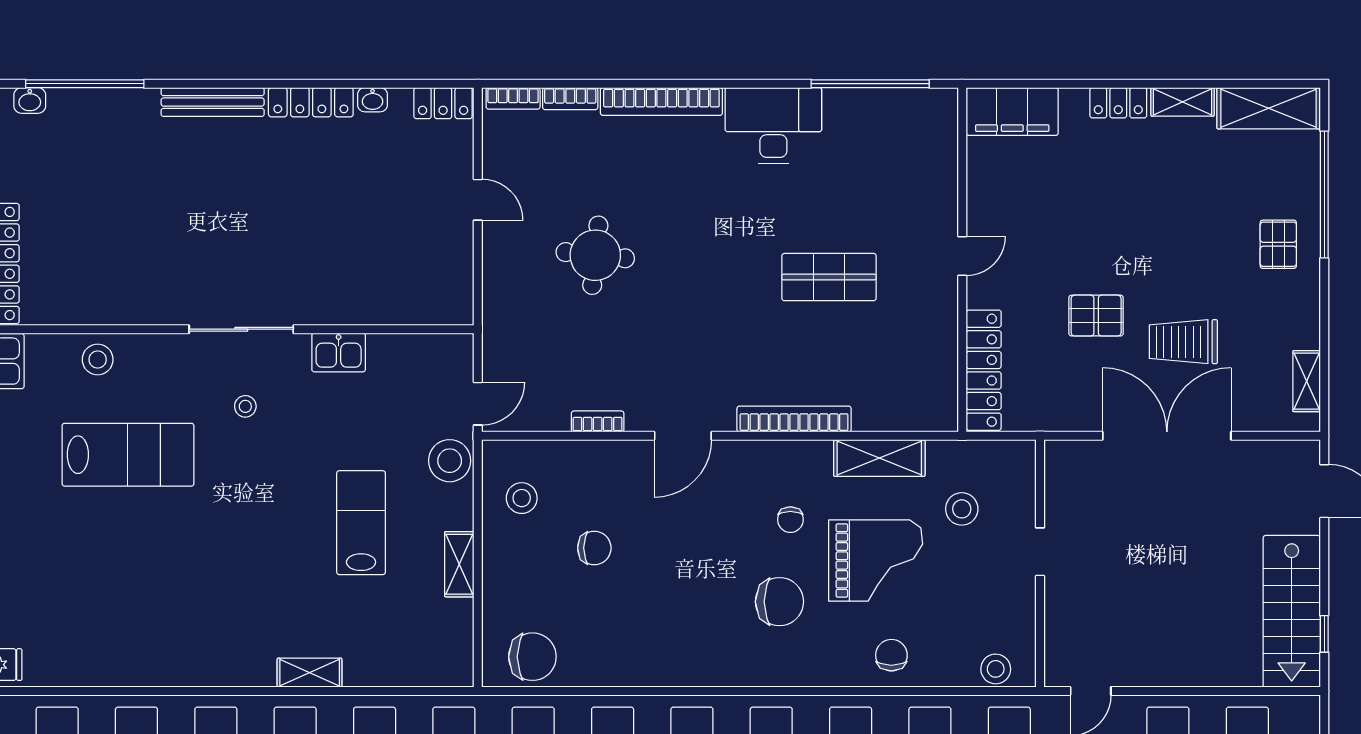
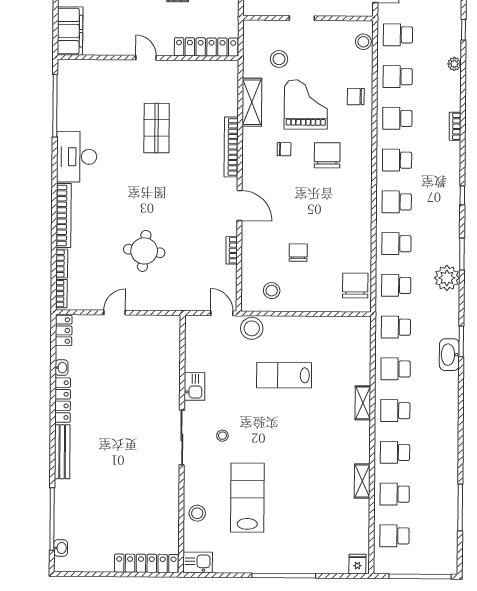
shelving: (459, 564) -> (362, 481), moved, turned 90

